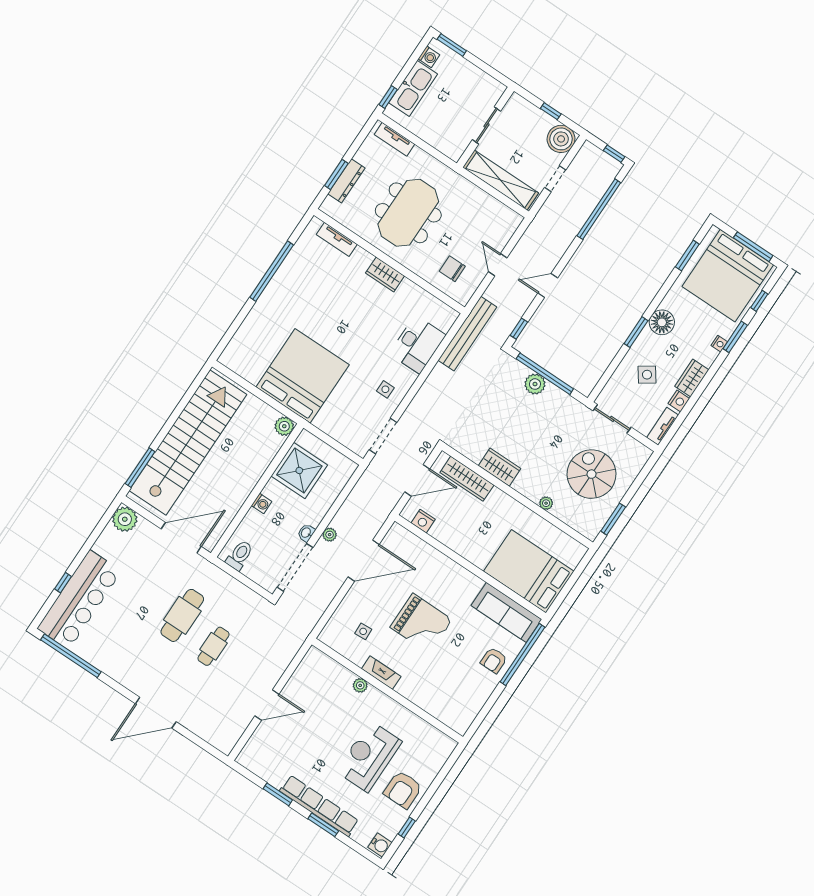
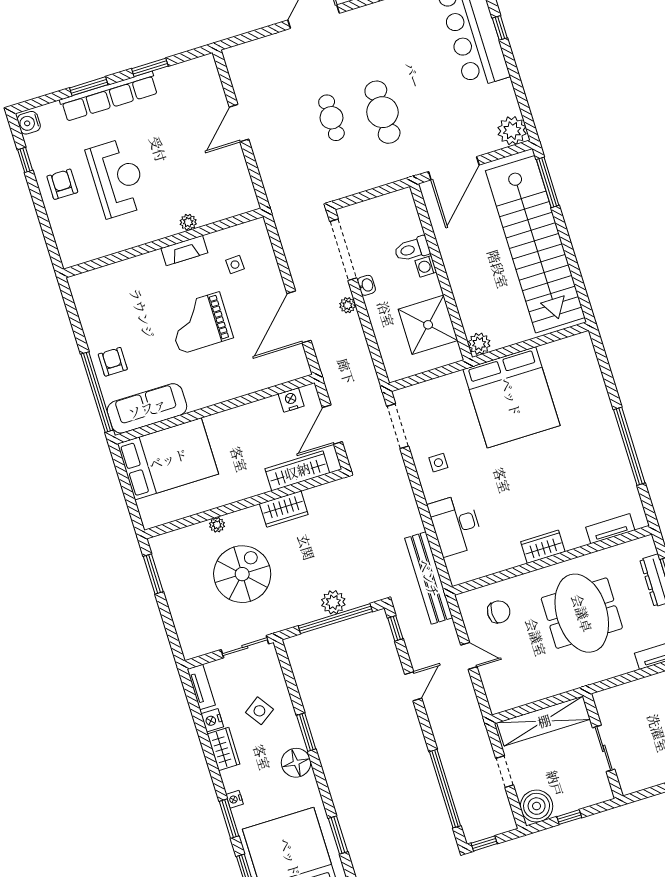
spiral stairs: (592, 474) -> (242, 574), moved, turned -90
toilet: (240, 555) -> (412, 249), moved, turned 90
armchair: (403, 790) -> (62, 184), width x0.72, depth x0.72

